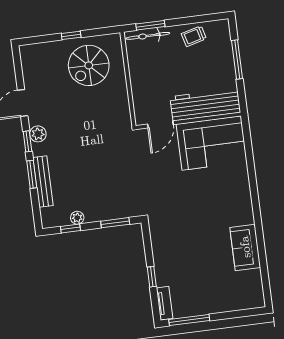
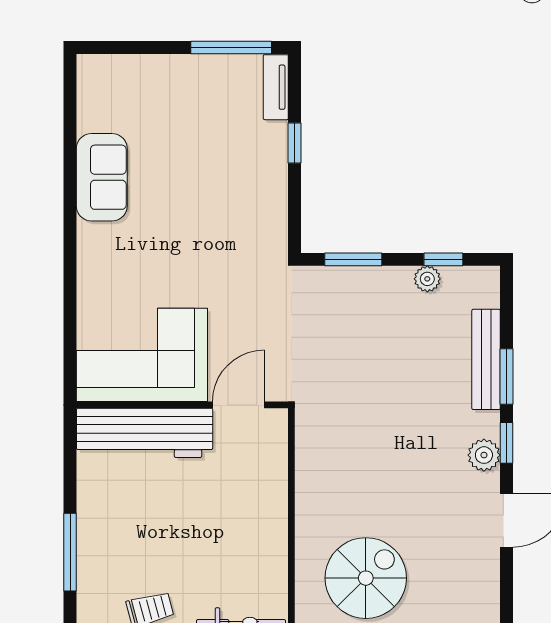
workbench: (205, 105) -> (145, 433), moved
wall: (188, 121) -> (182, 405), moved
door: (160, 124) -> (239, 405), moved
corner sofa: (212, 143) -> (142, 355), moved

